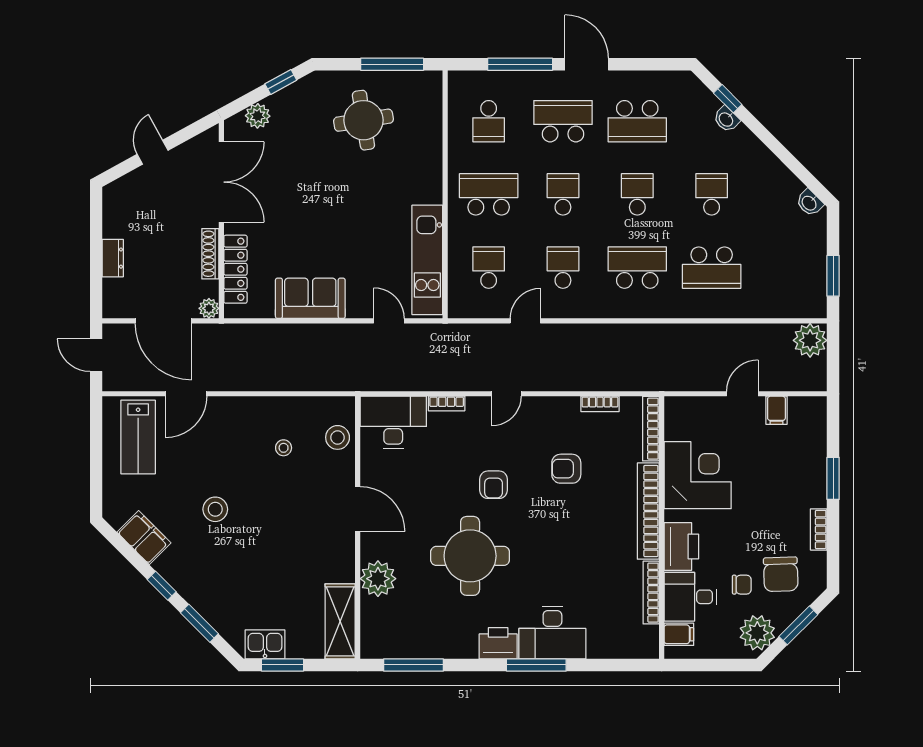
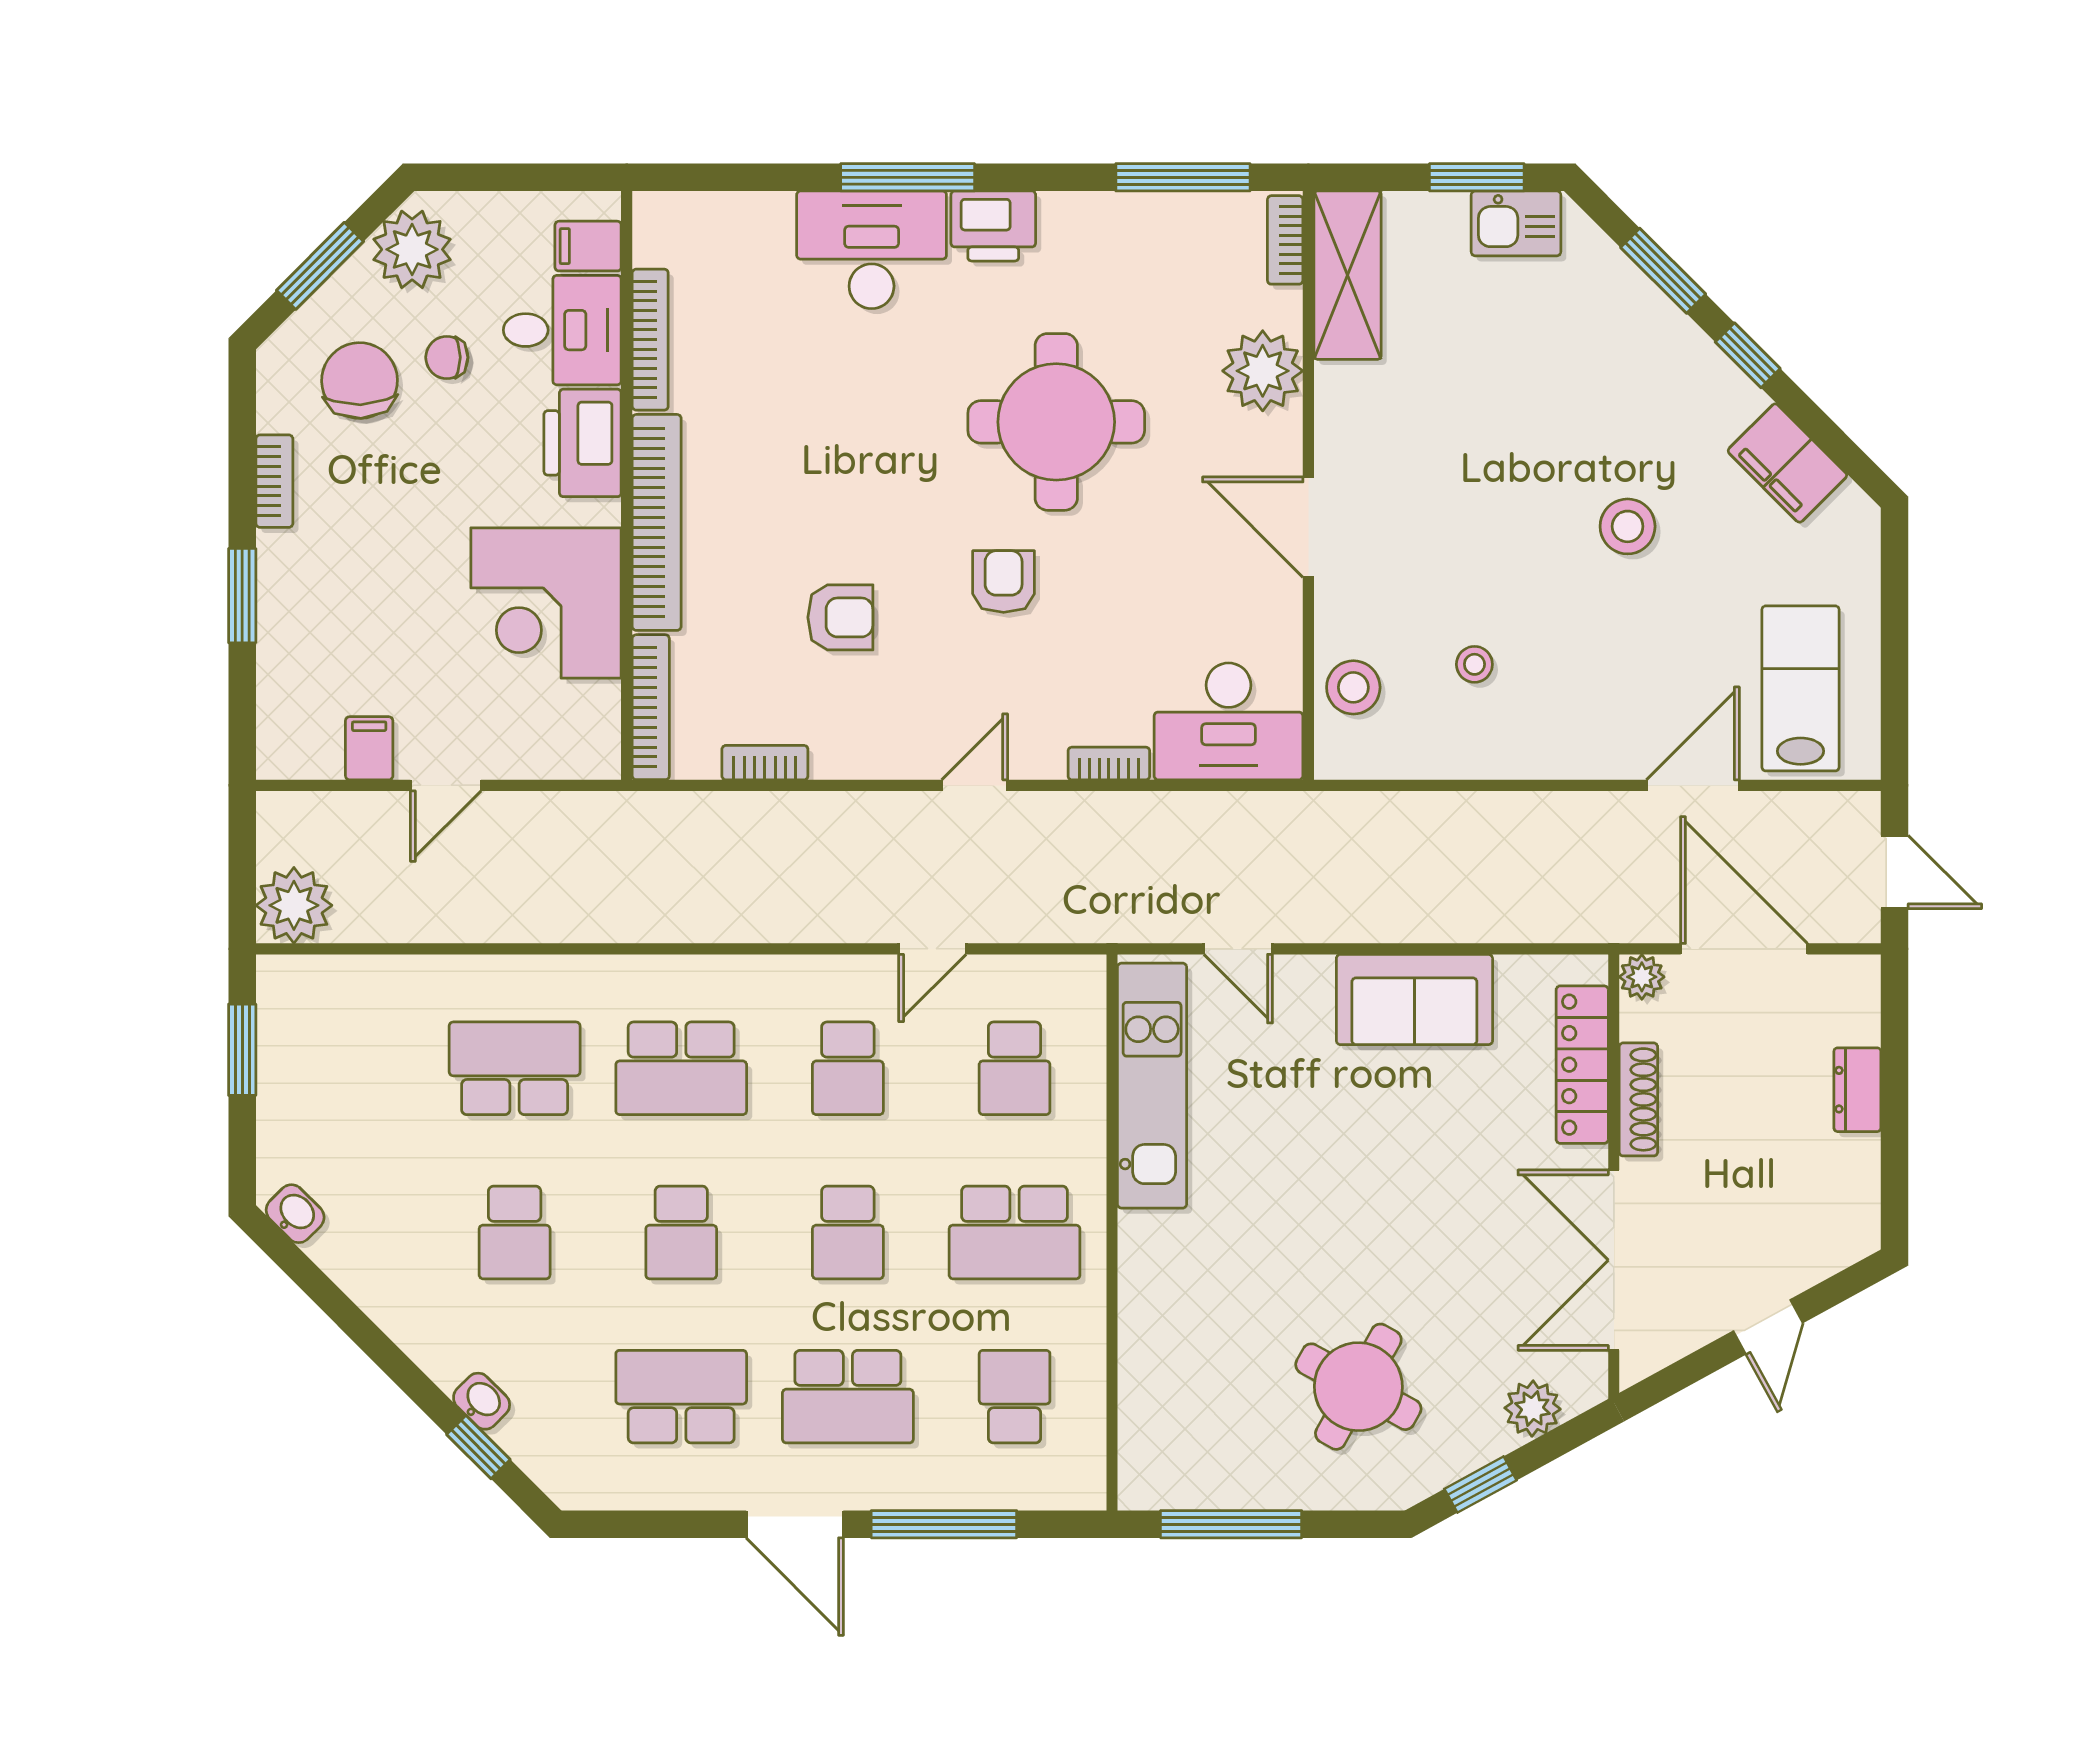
round table: (363, 120) -> (1358, 1387), moved, turned 38
bookcase: (368, 637) -> (1285, 240), added

